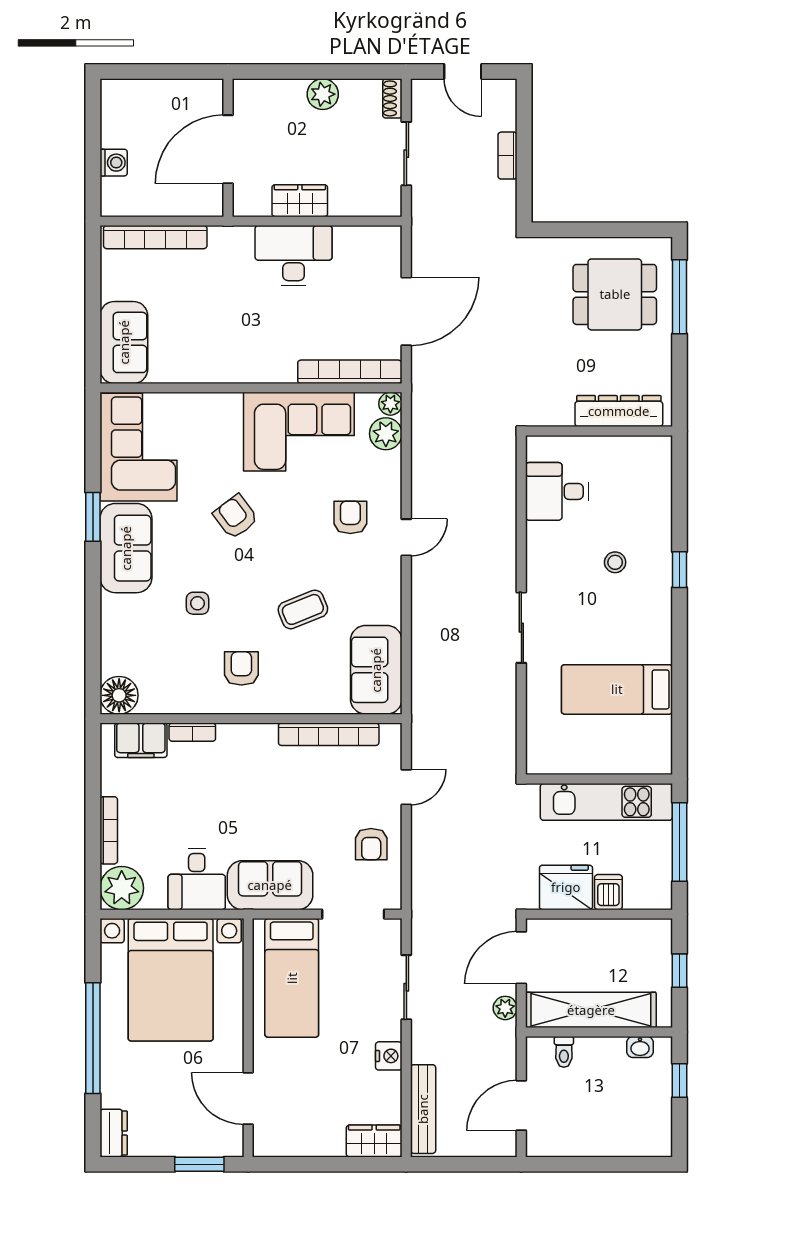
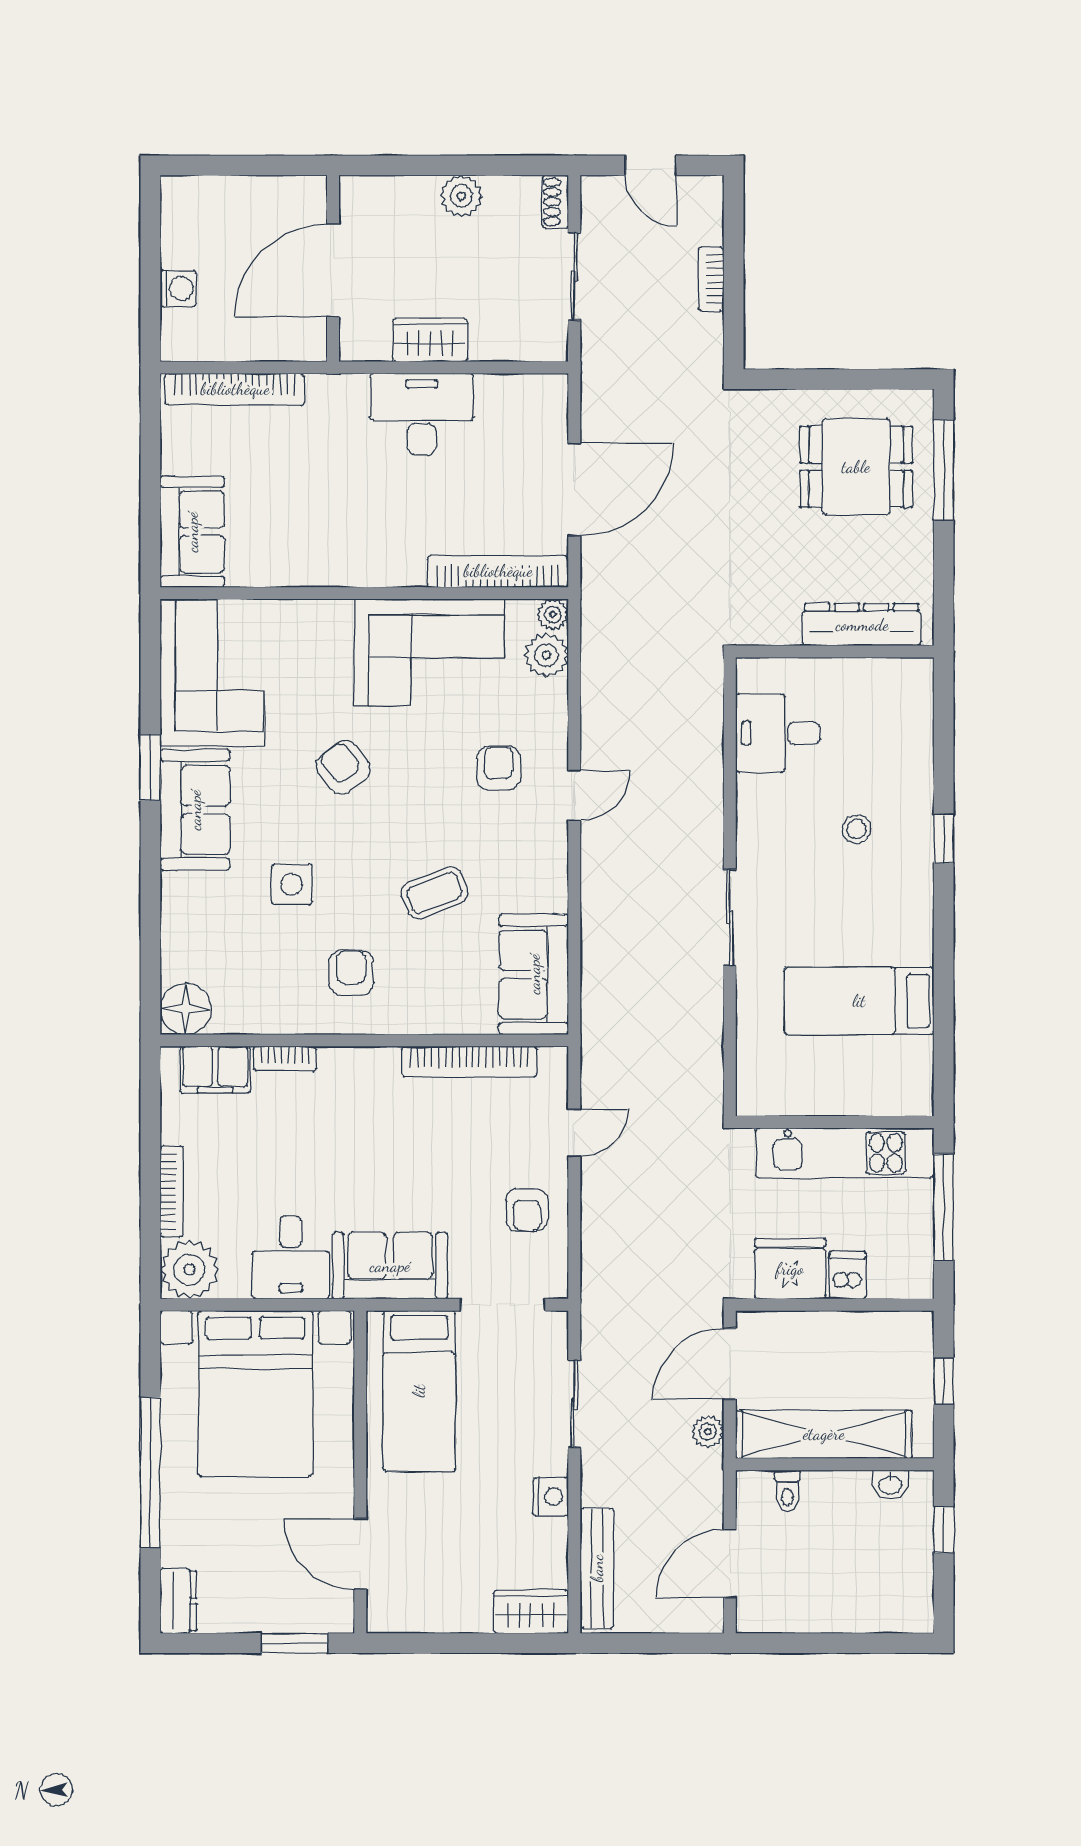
side table: (197, 603) -> (292, 884), width x1.37, depth x1.37

